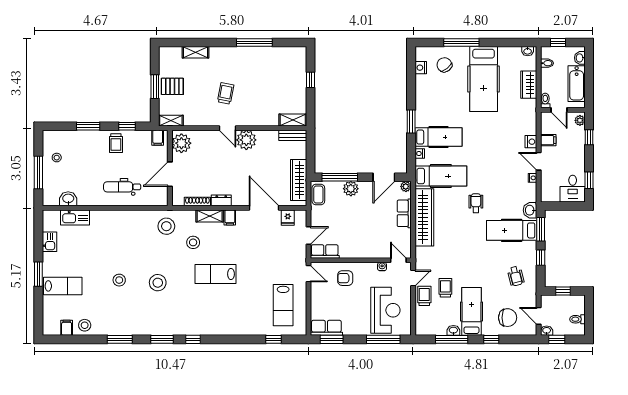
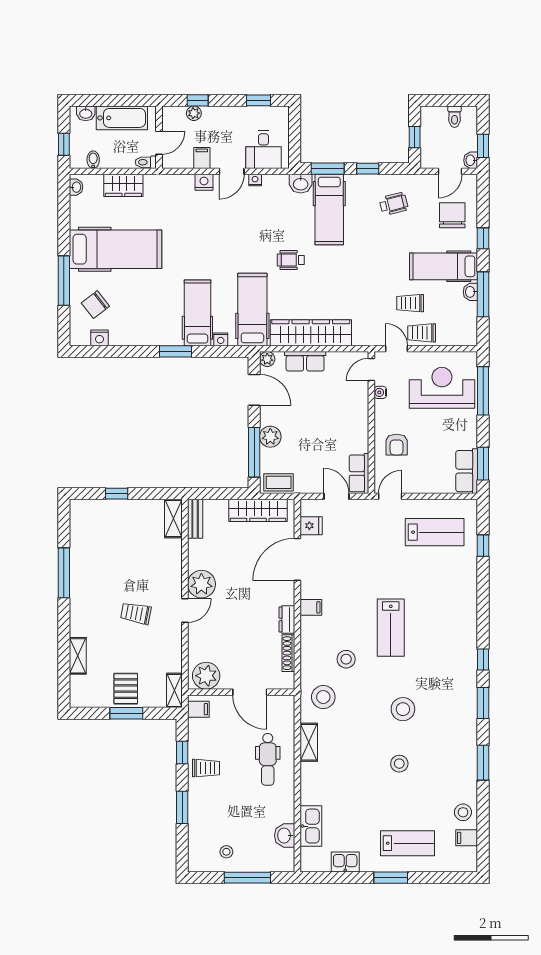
plant: (580, 120) -> (194, 113), moved
desk: (573, 189) -> (264, 150), moved, turned 90
shelving: (210, 216) -> (309, 742), moved
lab bench: (63, 286) -> (408, 843), turned 90

